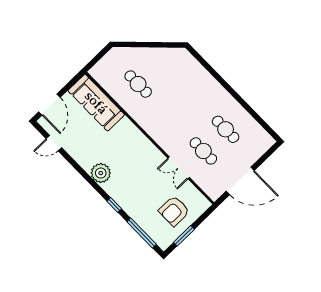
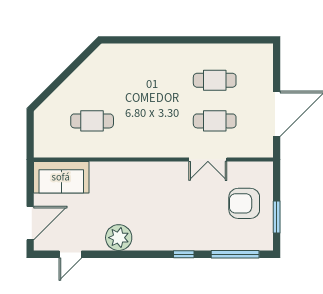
sofa: (96, 103) -> (61, 177), width x0.73
door: (49, 105) -> (30, 223), hinge flipped
plant: (101, 173) -> (119, 238), moved
armchair: (174, 211) -> (244, 203), turned 90

